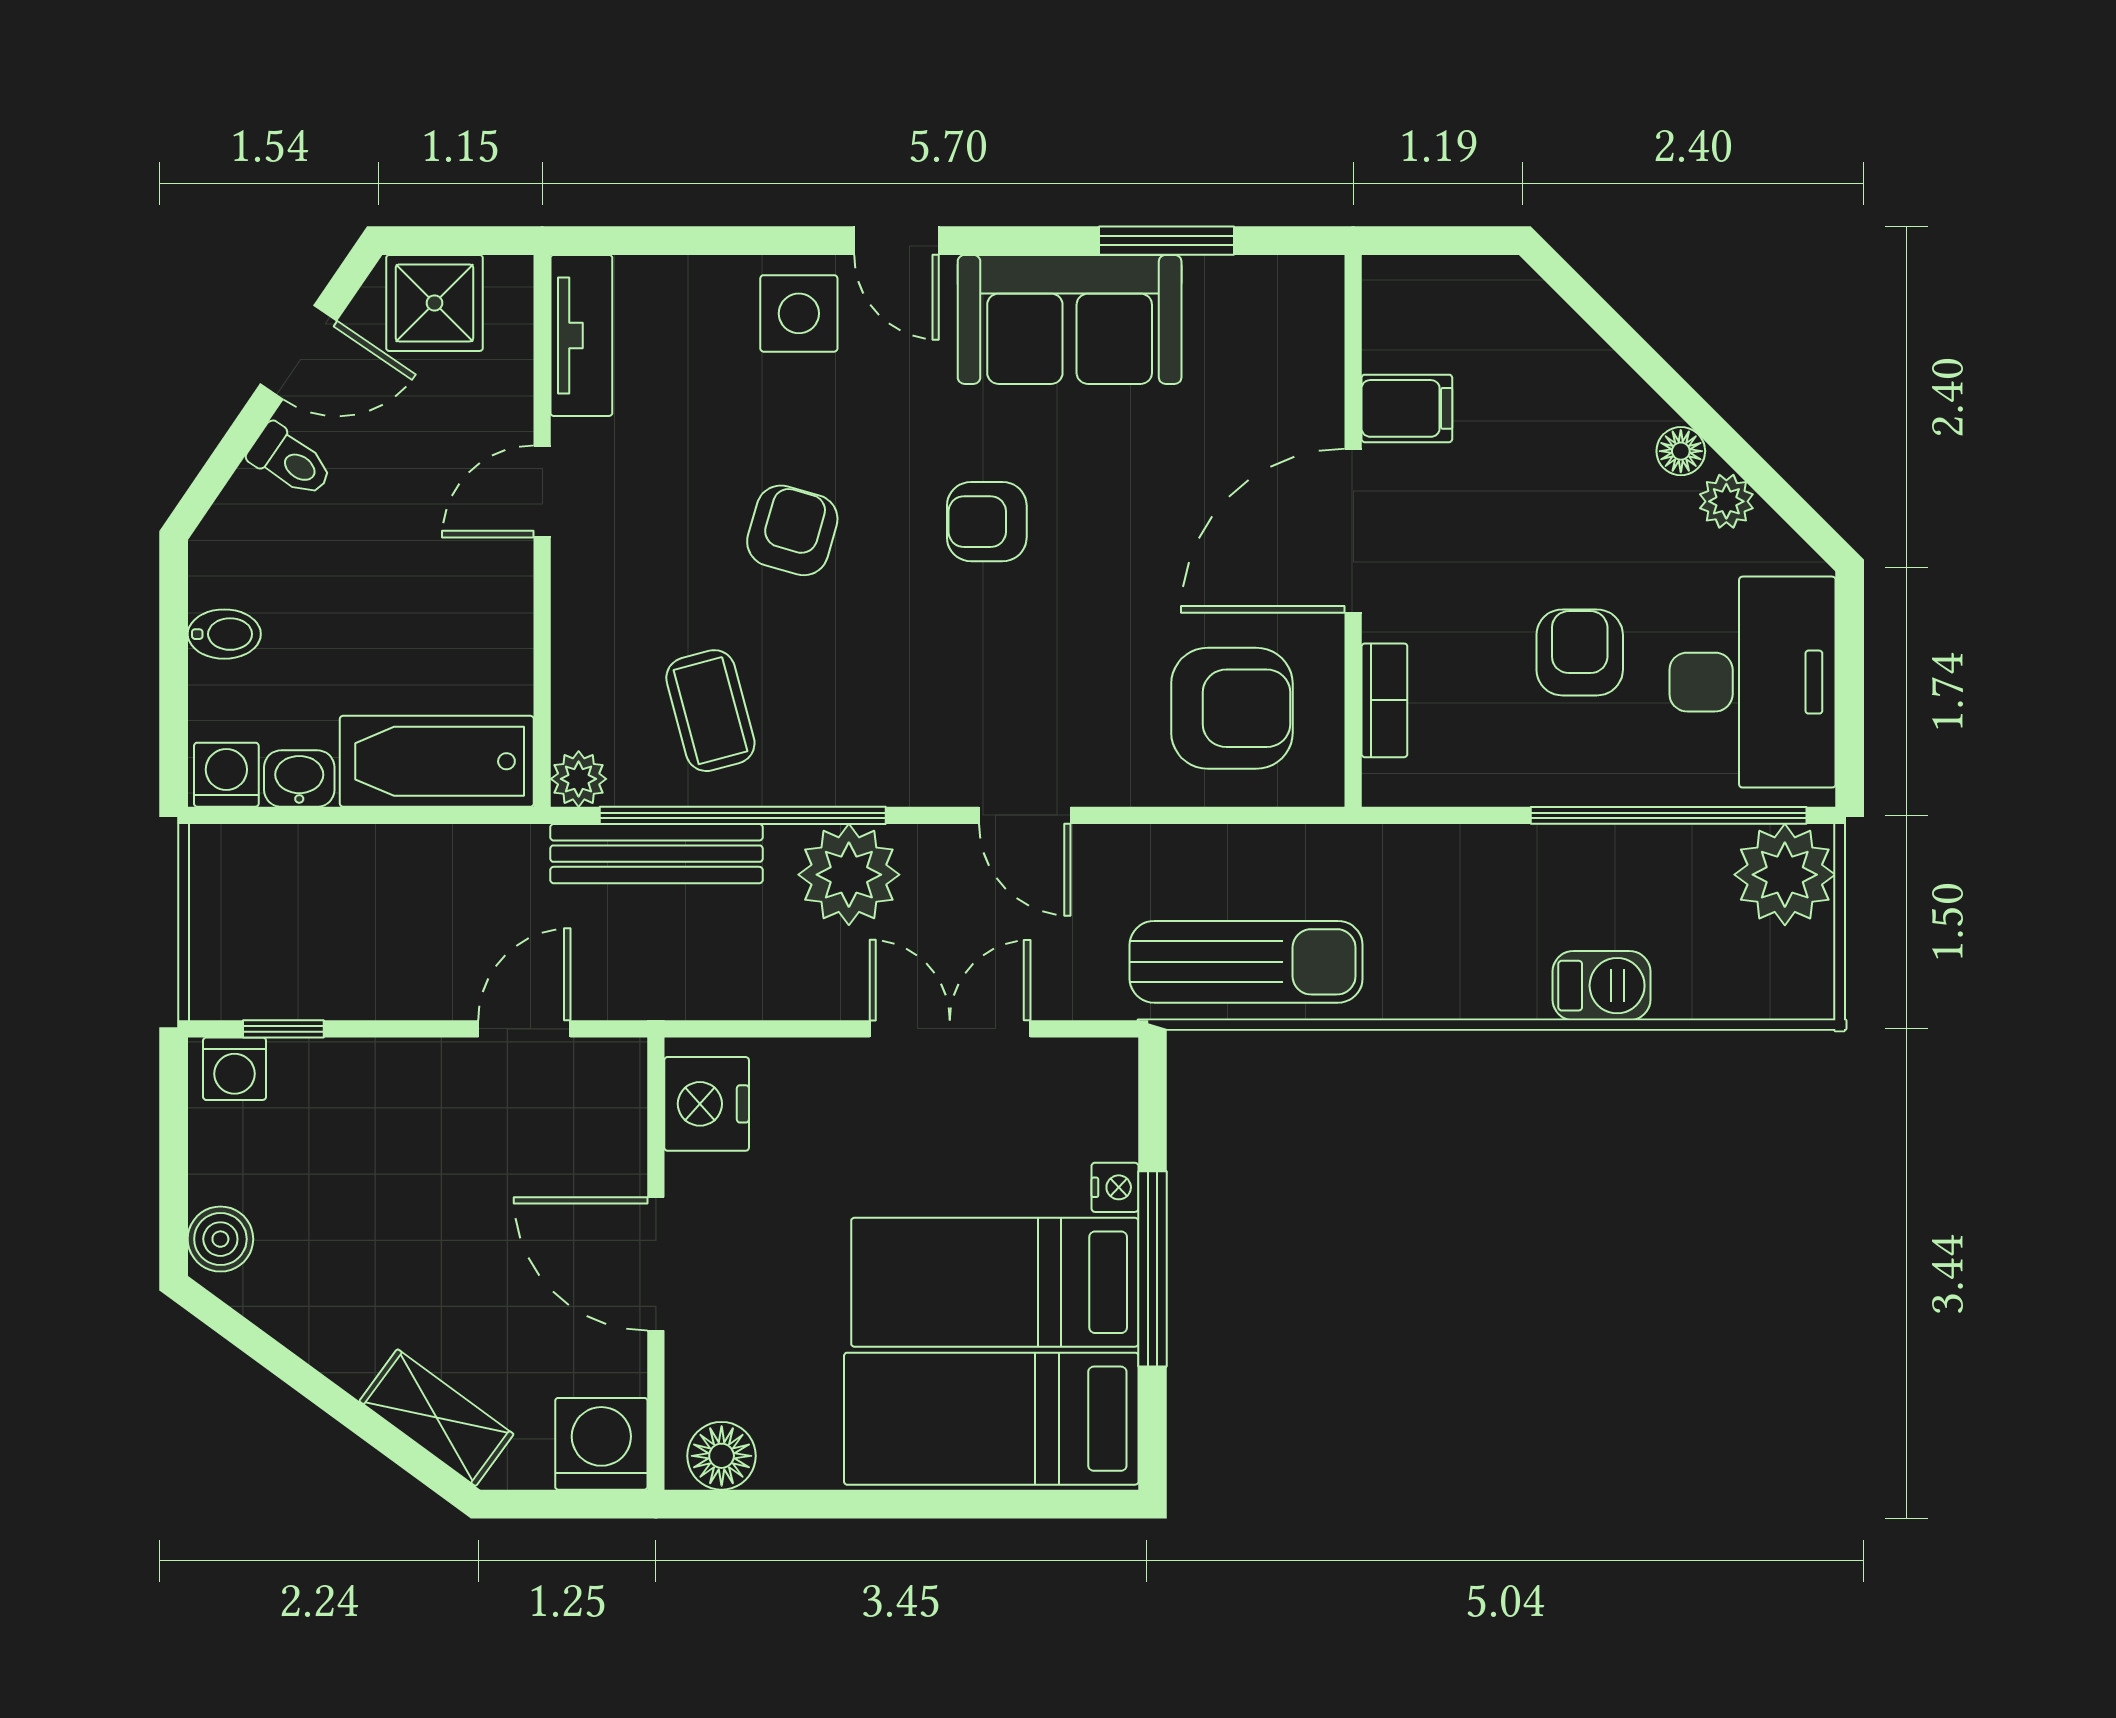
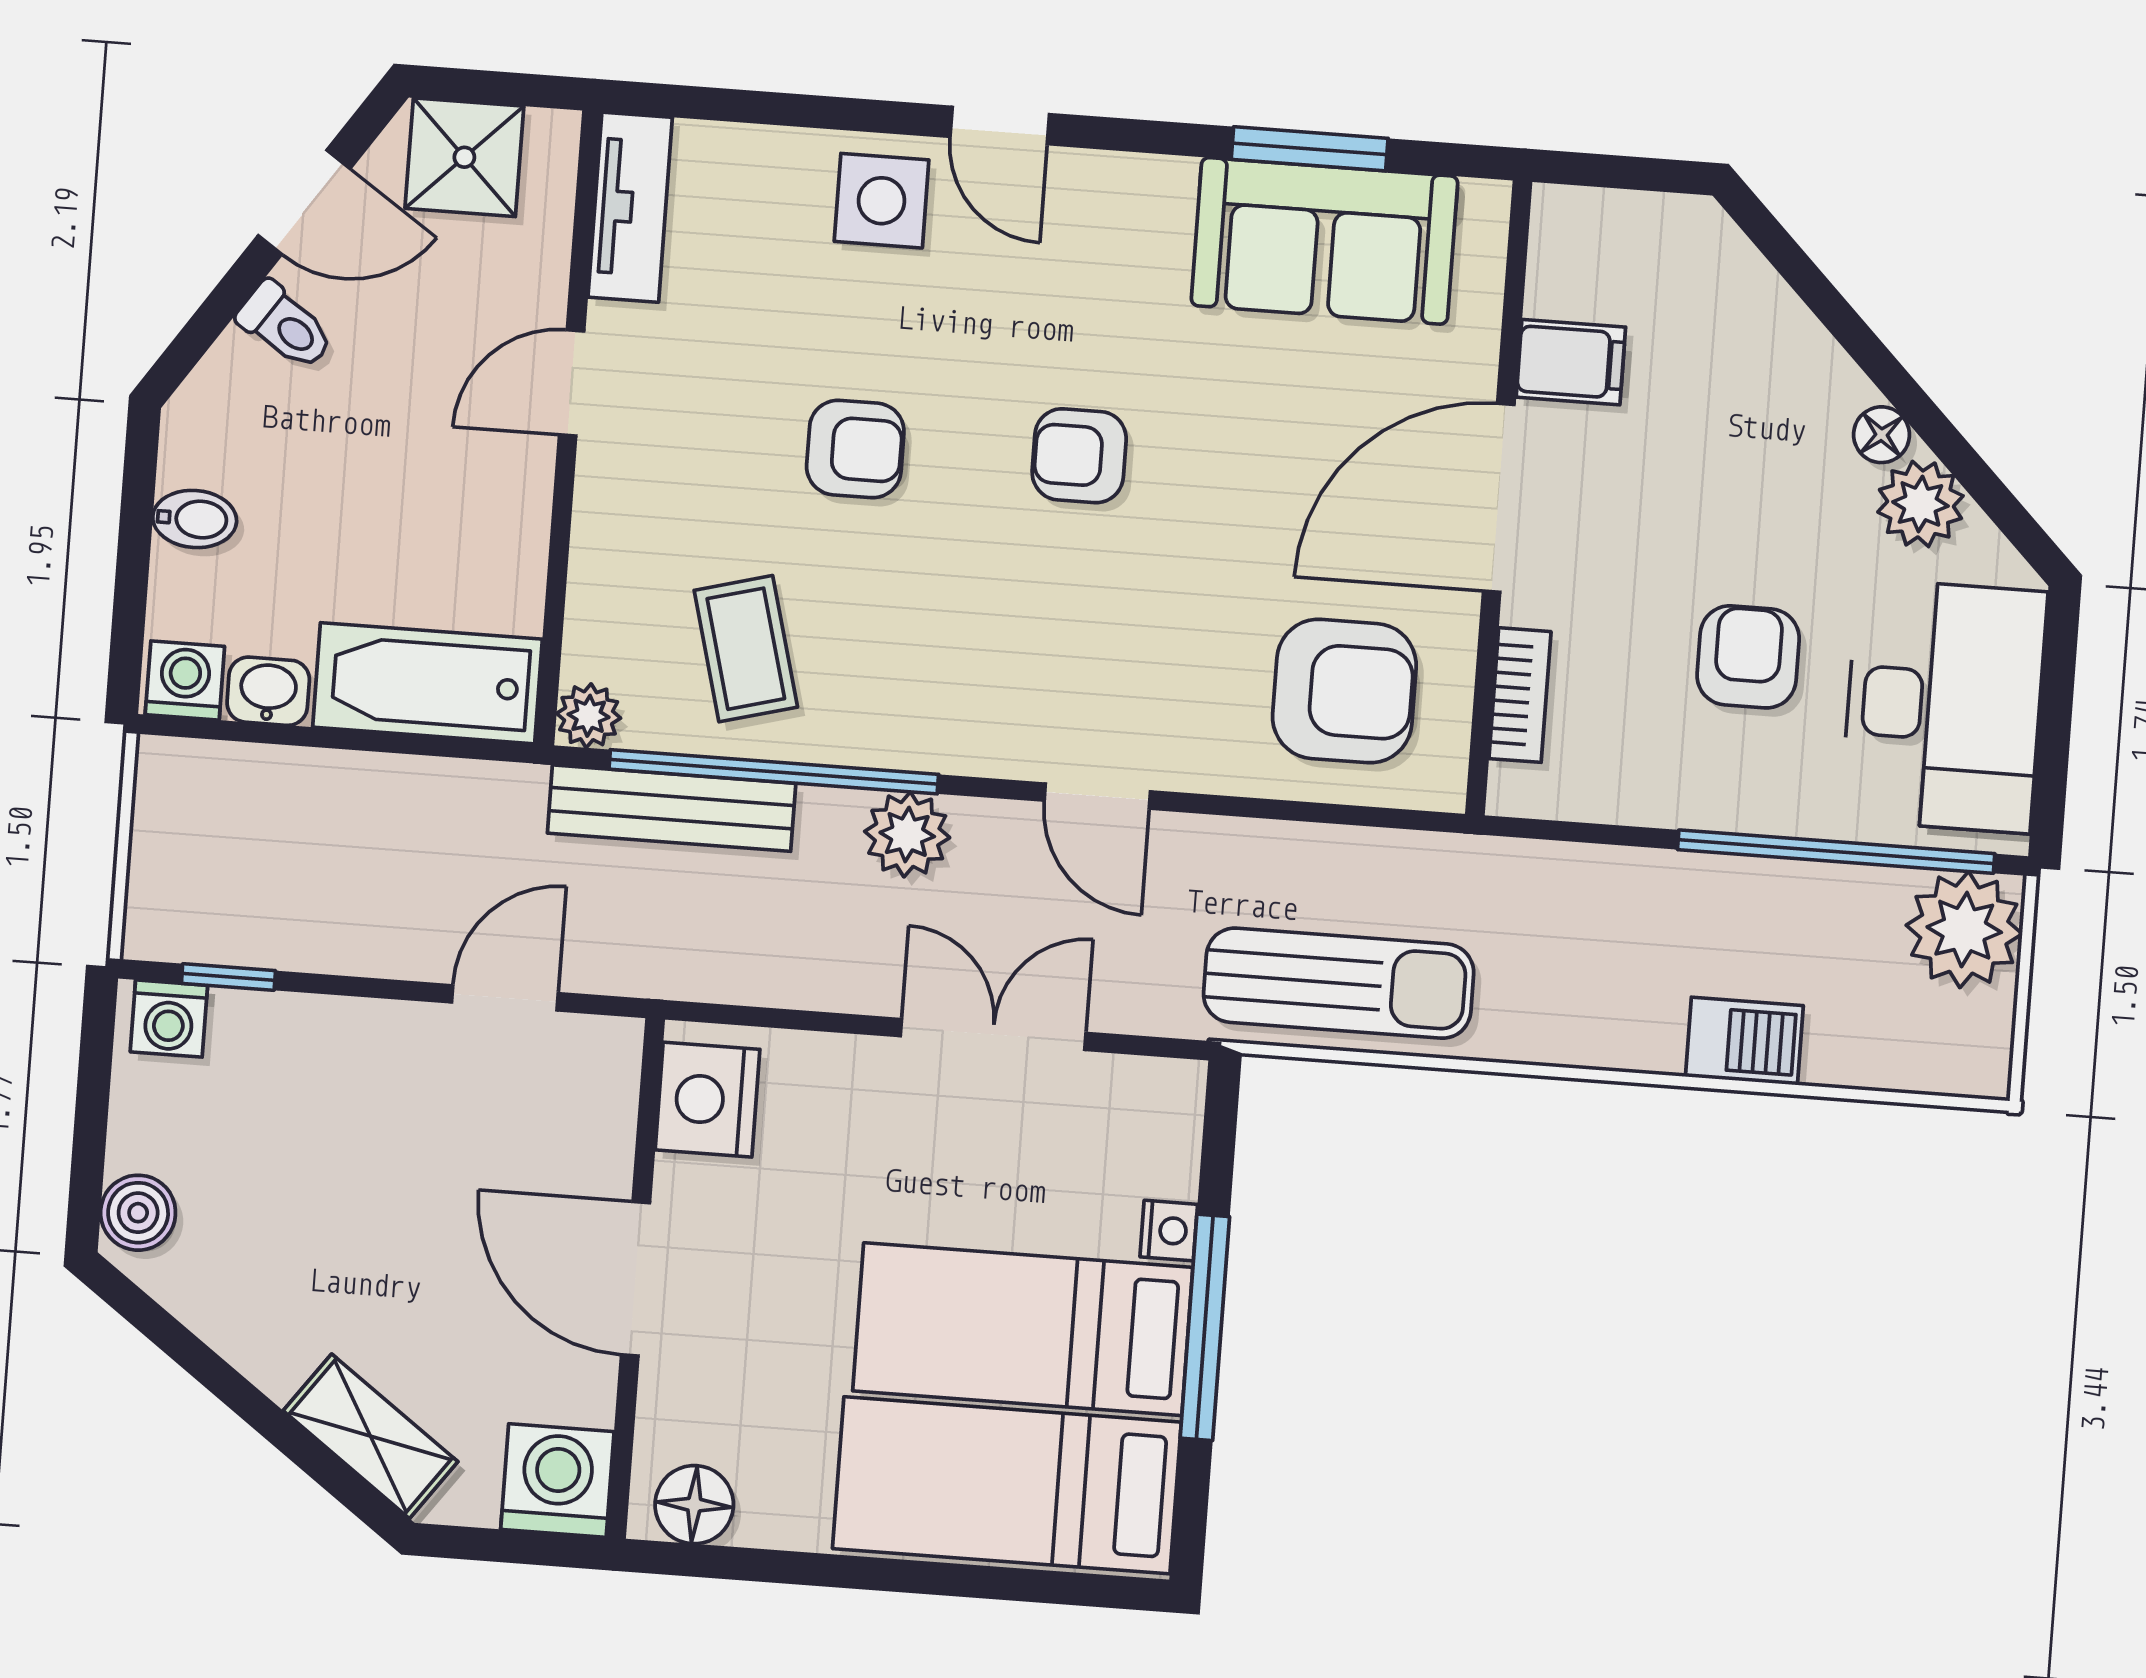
sofa: (1070, 319) -> (1325, 241), moved
plant: (1726, 501) -> (1920, 504), width x1.38, depth x1.38
armchair: (792, 530) -> (855, 449), turned 74
plant: (849, 875) -> (907, 834), width x0.73, depth x0.73

